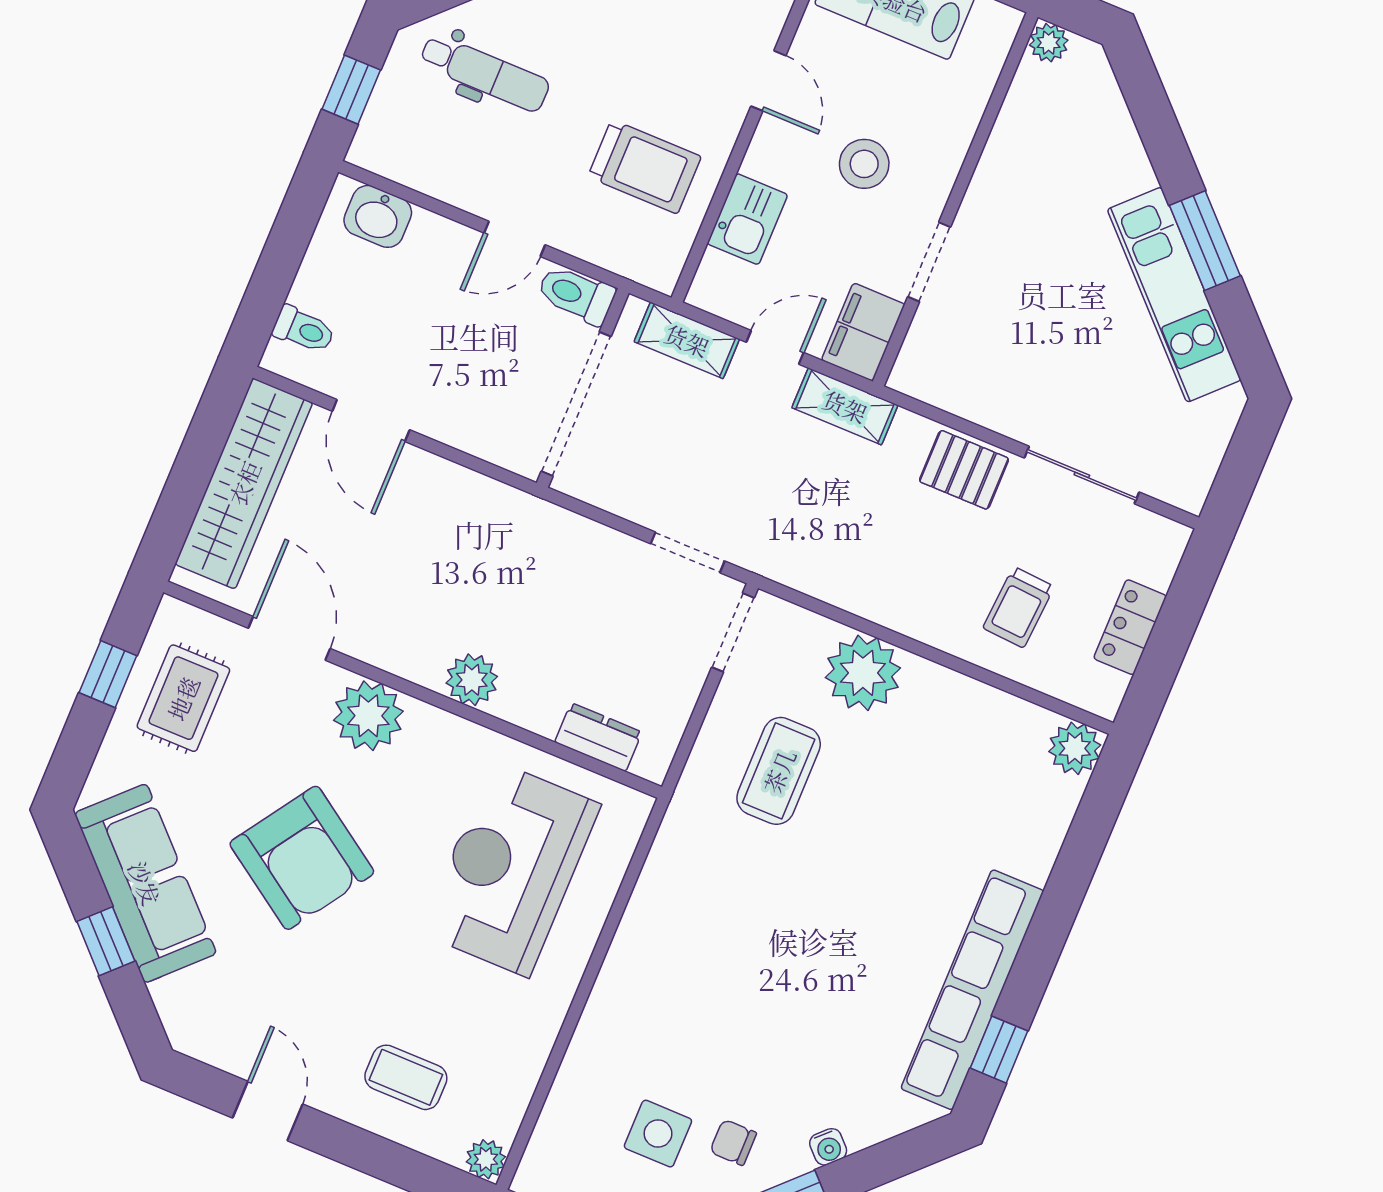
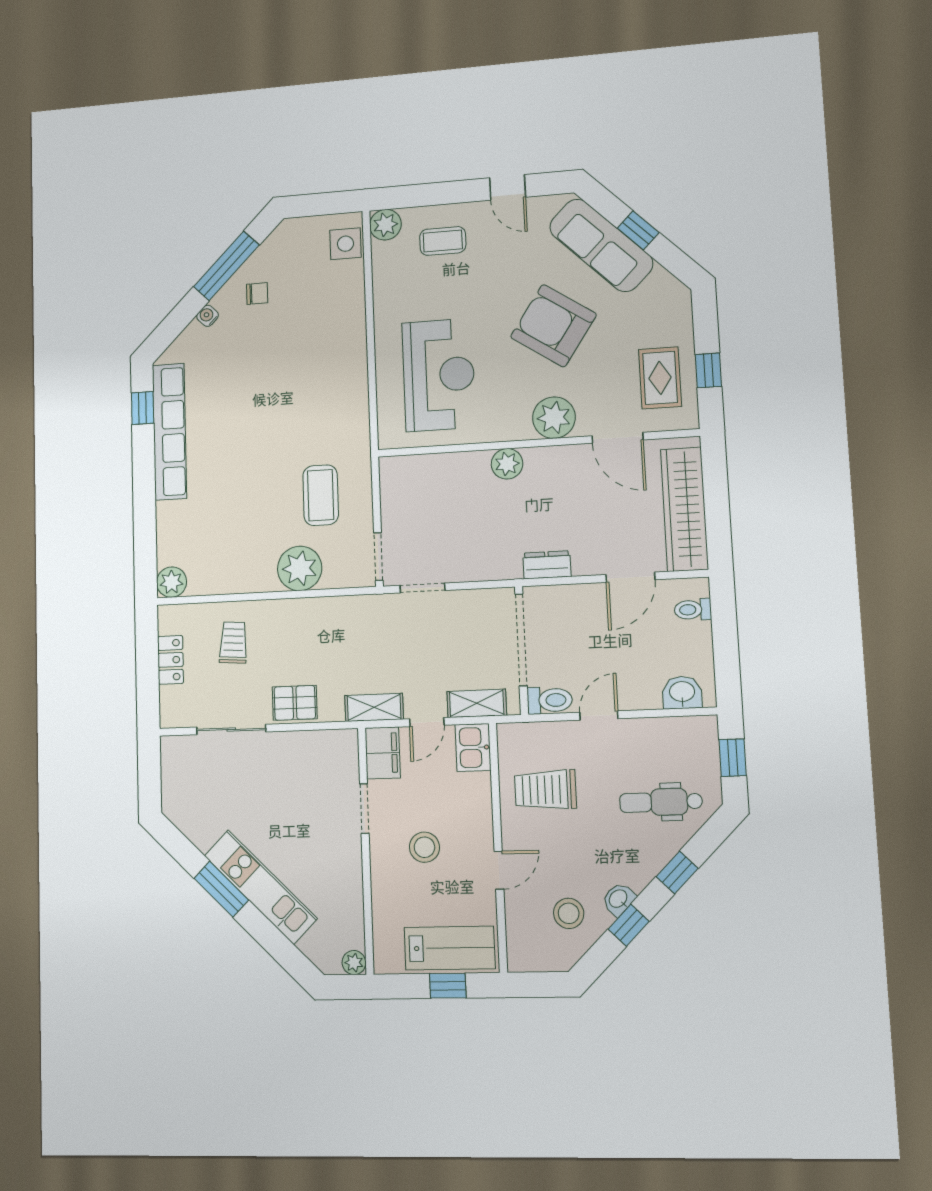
door: (768, 81) -> (499, 870), swing flipped
kitchen sink: (747, 219) -> (473, 748), moved
kitchen unit: (1174, 295) -> (261, 887), moved
door: (371, 420) -> (630, 577), swing flipped
dresser: (598, 737) -> (547, 565), moved, turned 180
sofa: (145, 883) -> (601, 245), moved
side table: (658, 1134) -> (345, 244), moved
plant: (486, 1159) -> (385, 225), width x1.38, depth x1.38

